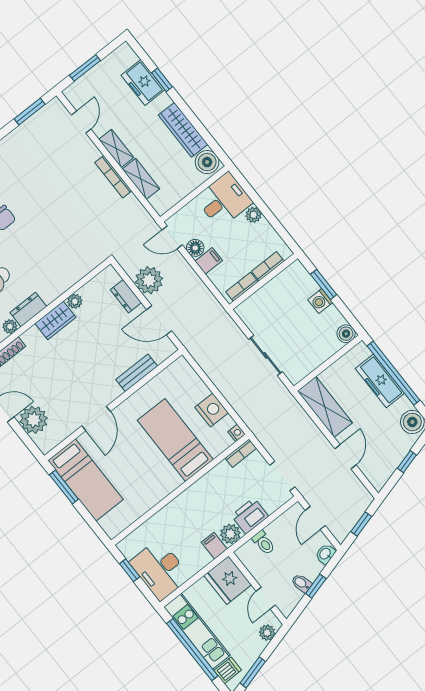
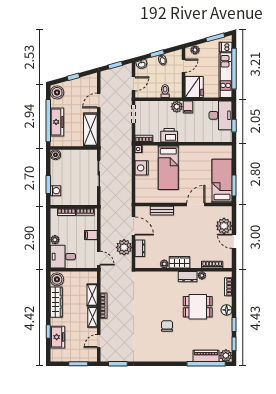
floor lamp: (195, 248) -> (92, 245), removed
washing machine: (320, 301) -> (55, 191), moved
printer: (250, 516) -> (169, 135), moved, turned 180

